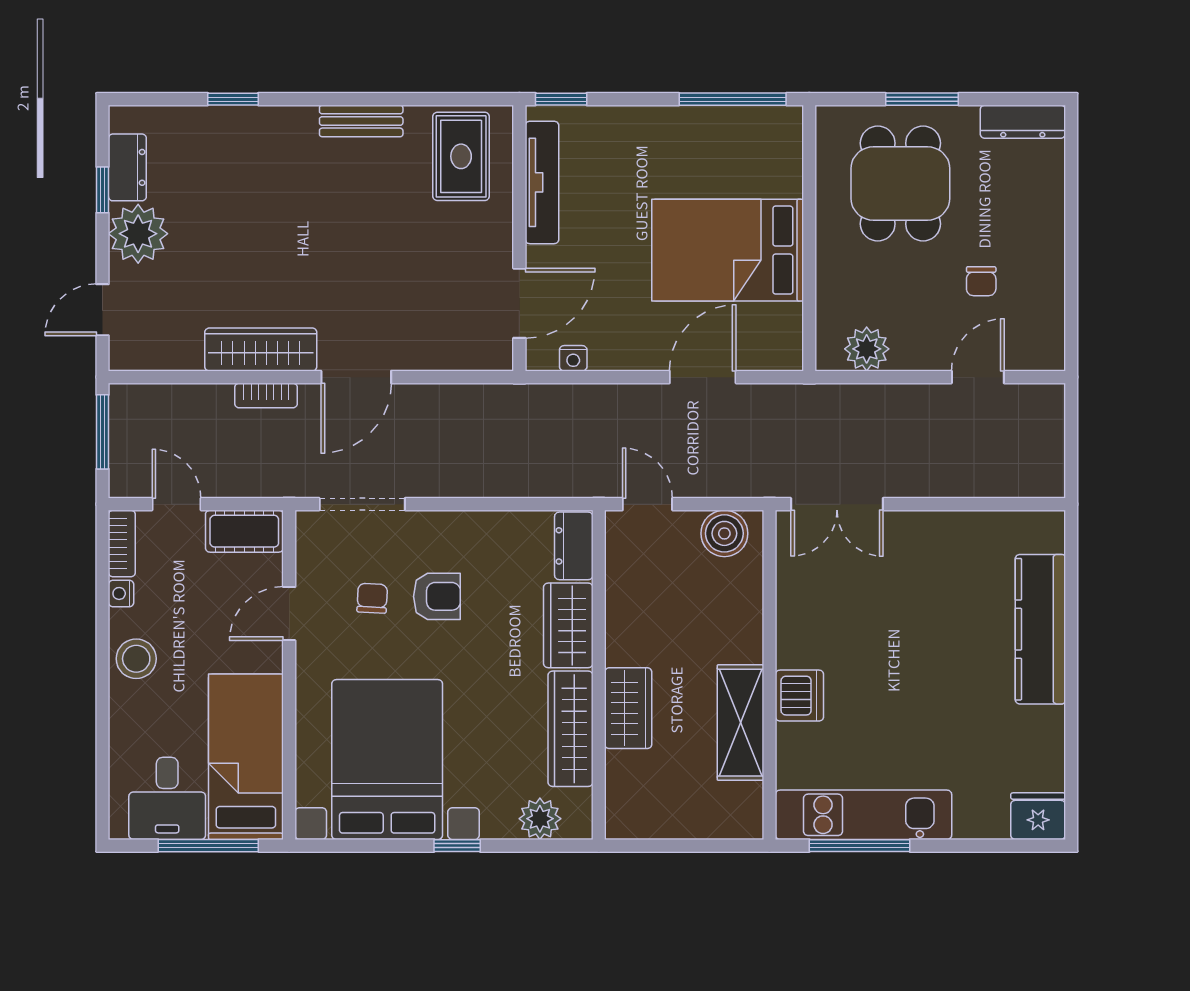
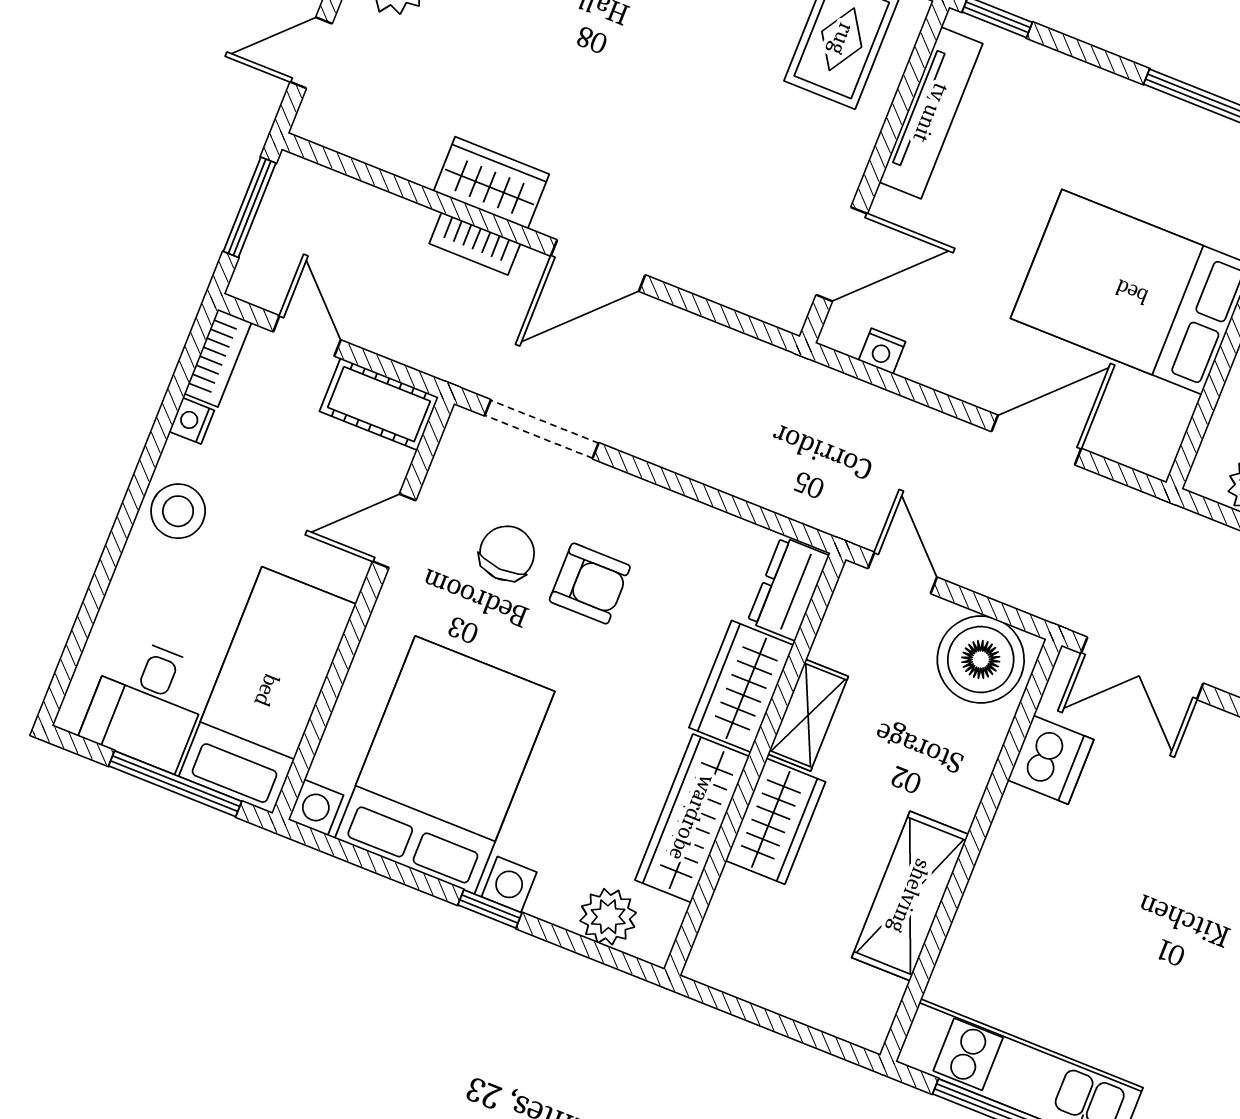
wardrobe: (261, 349) -> (491, 183), width x0.67
boiler: (724, 533) -> (981, 659), width x1.37, depth x1.37
chair: (372, 598) -> (507, 553), width x1.37, depth x1.37
shelving: (622, 627) -> (808, 715), added
dishwasher: (799, 696) -> (1051, 760), moved

